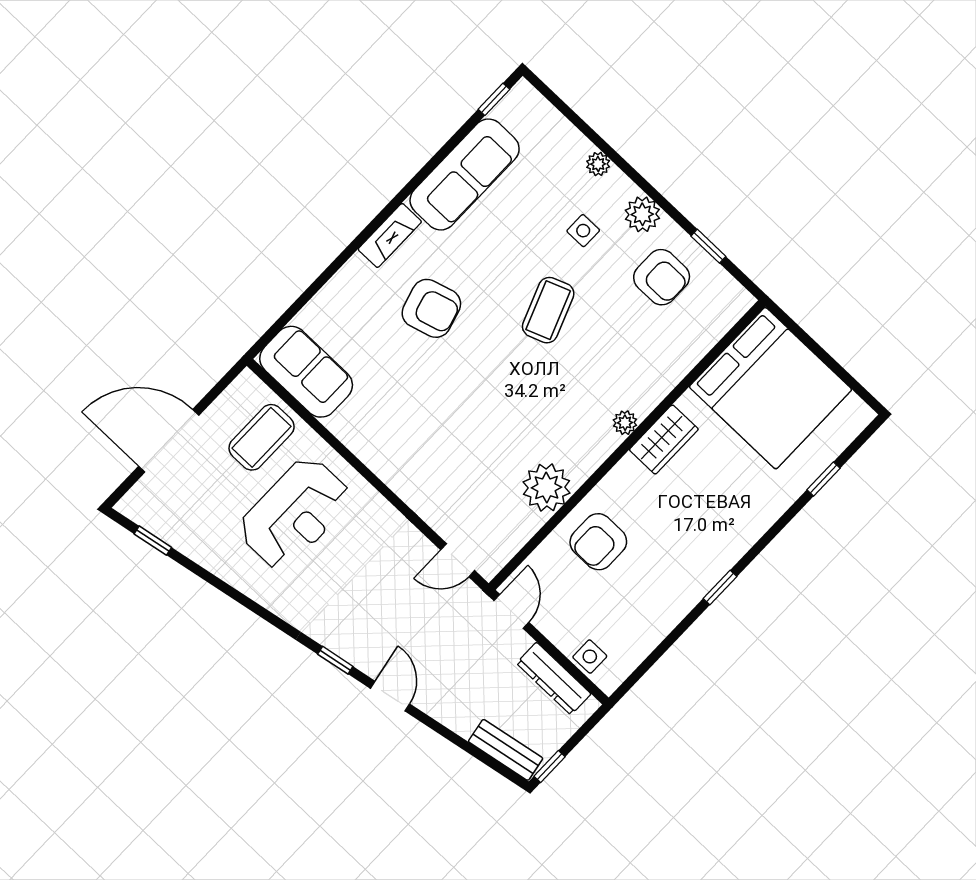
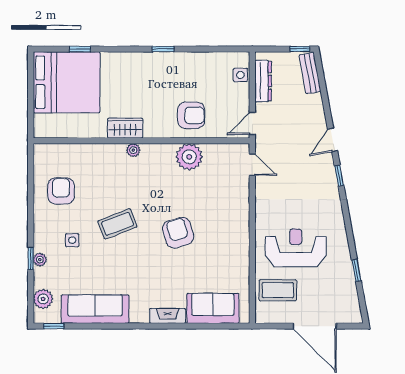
plant: (642, 214) -> (43, 299), moved
fireplace: (390, 235) -> (168, 316), moved
window: (708, 246) -> (31, 258), moved
armchair: (431, 308) -> (178, 233), moved
sofa: (306, 372) -> (213, 308), moved, turned 90
bed: (770, 388) -> (67, 82), moved, turned 90
window: (153, 541) -> (356, 270), moved

